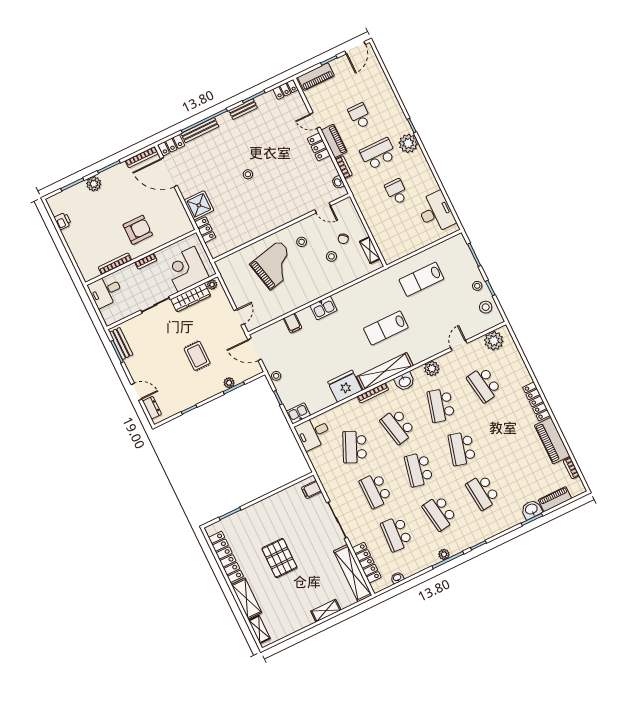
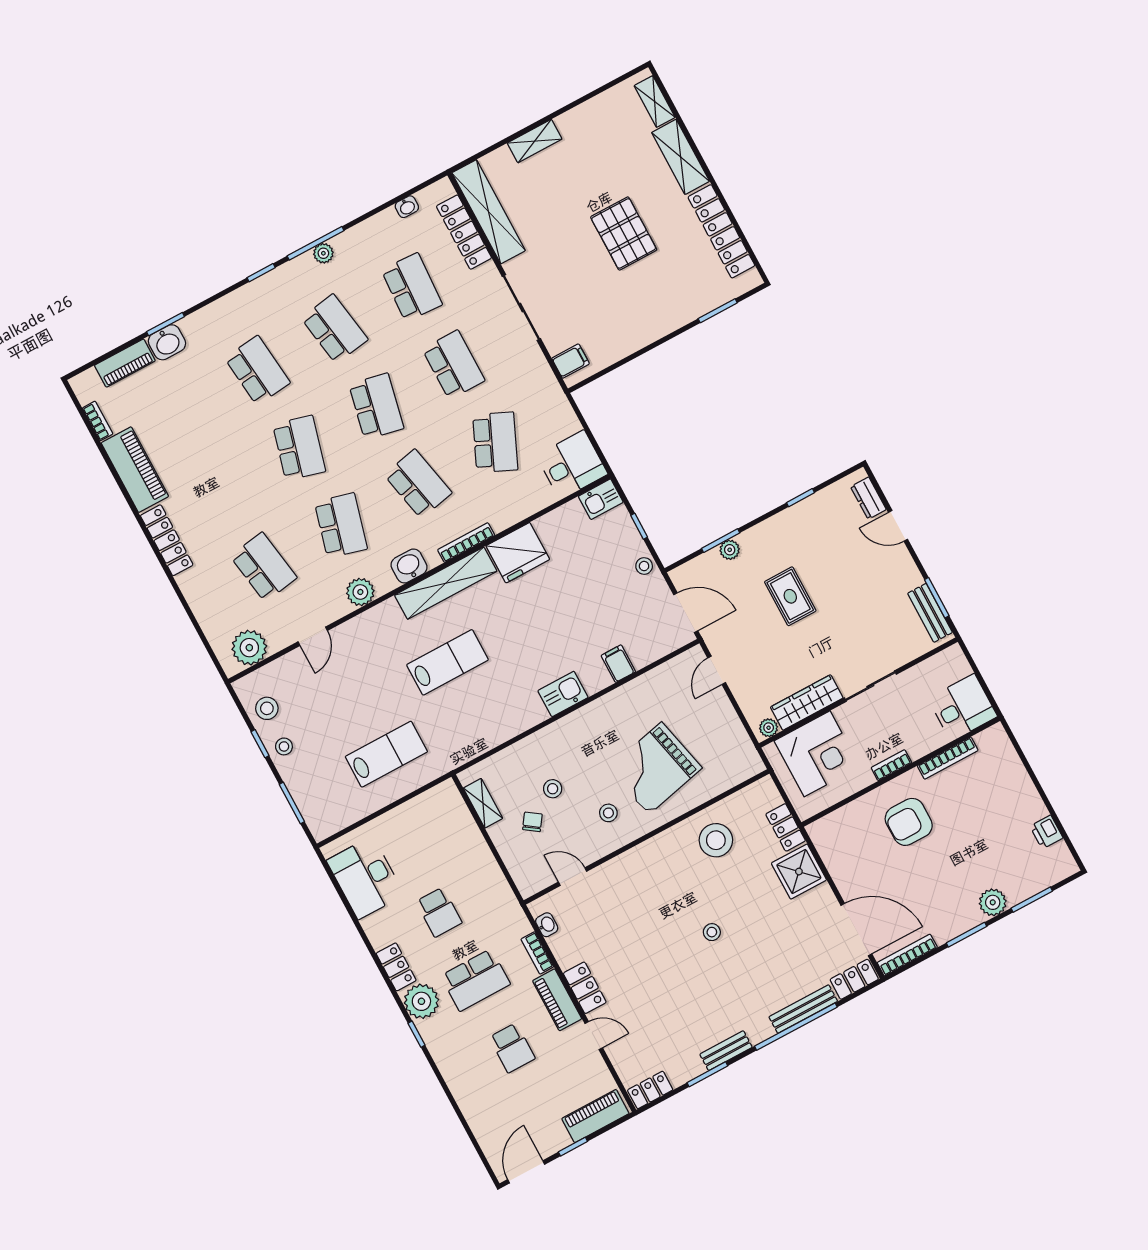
locker: (421, 163) -> (396, 967), added
stool: (244, 224) -> (716, 840), added

